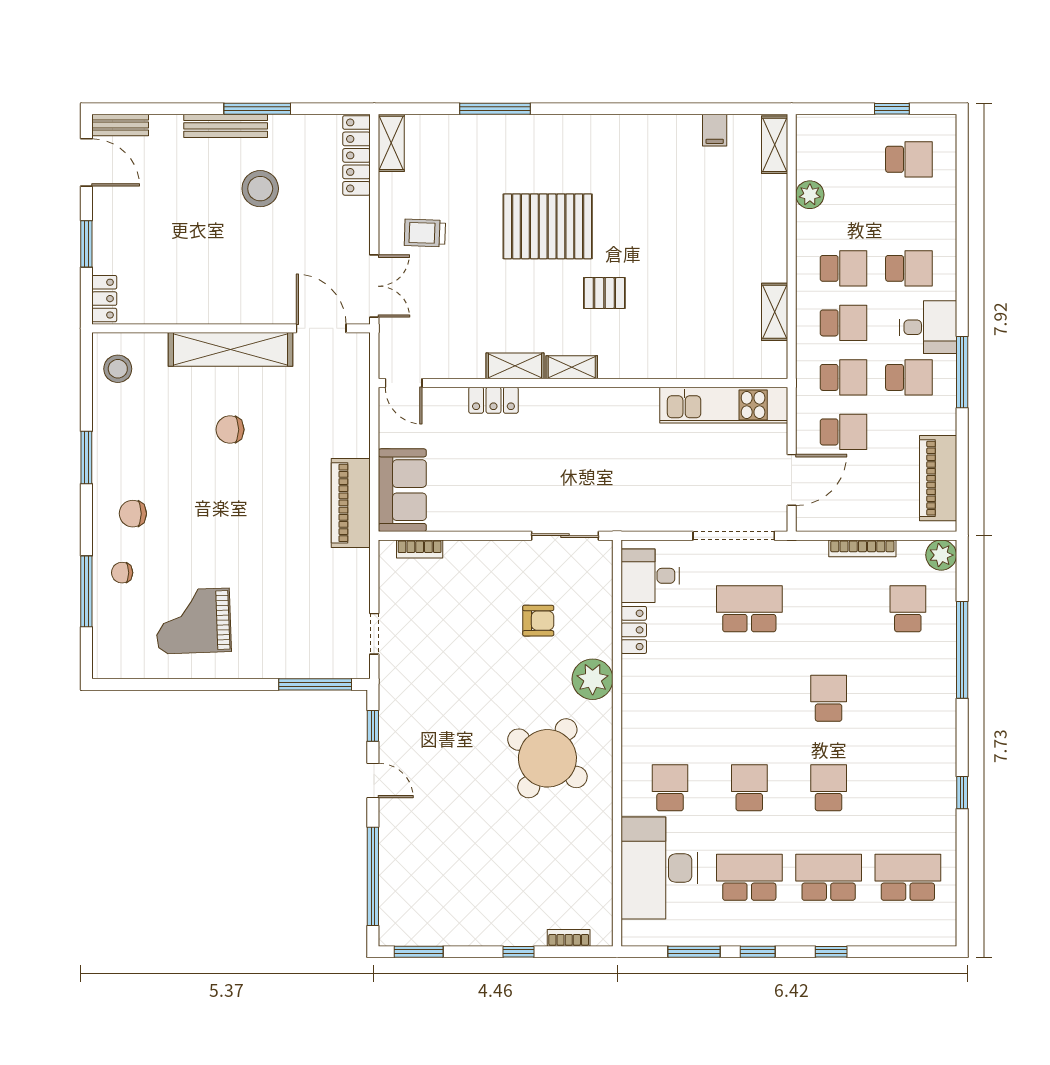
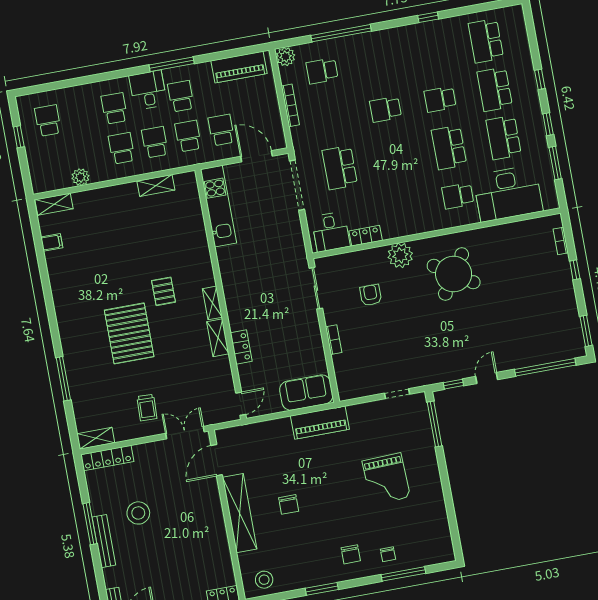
bookcase: (420, 549) -> (334, 340), moved
grand piano: (193, 621) -> (386, 479), moved
school desk: (749, 788) -> (449, 148), width x1.85

